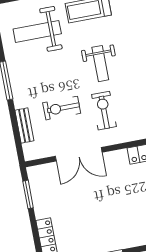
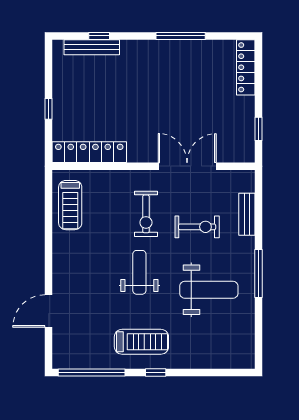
weight bench: (37, 31) -> (209, 290), moved
window: (28, 194) -> (259, 129), width x0.67

